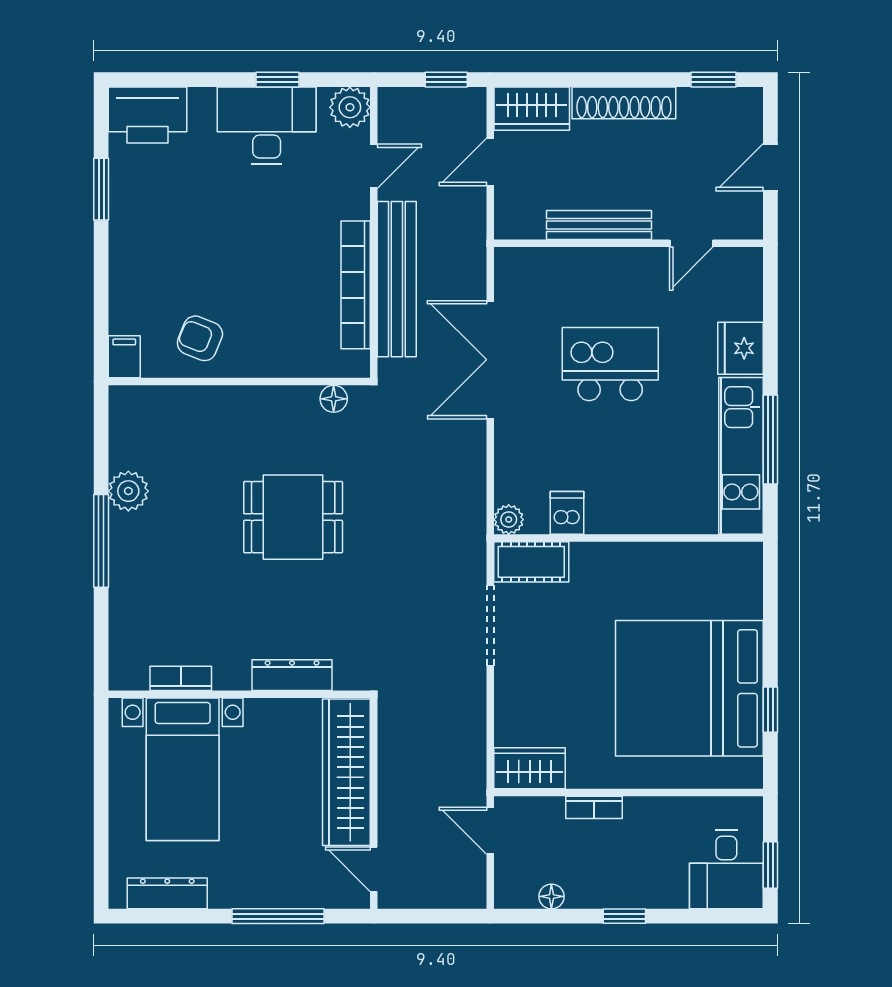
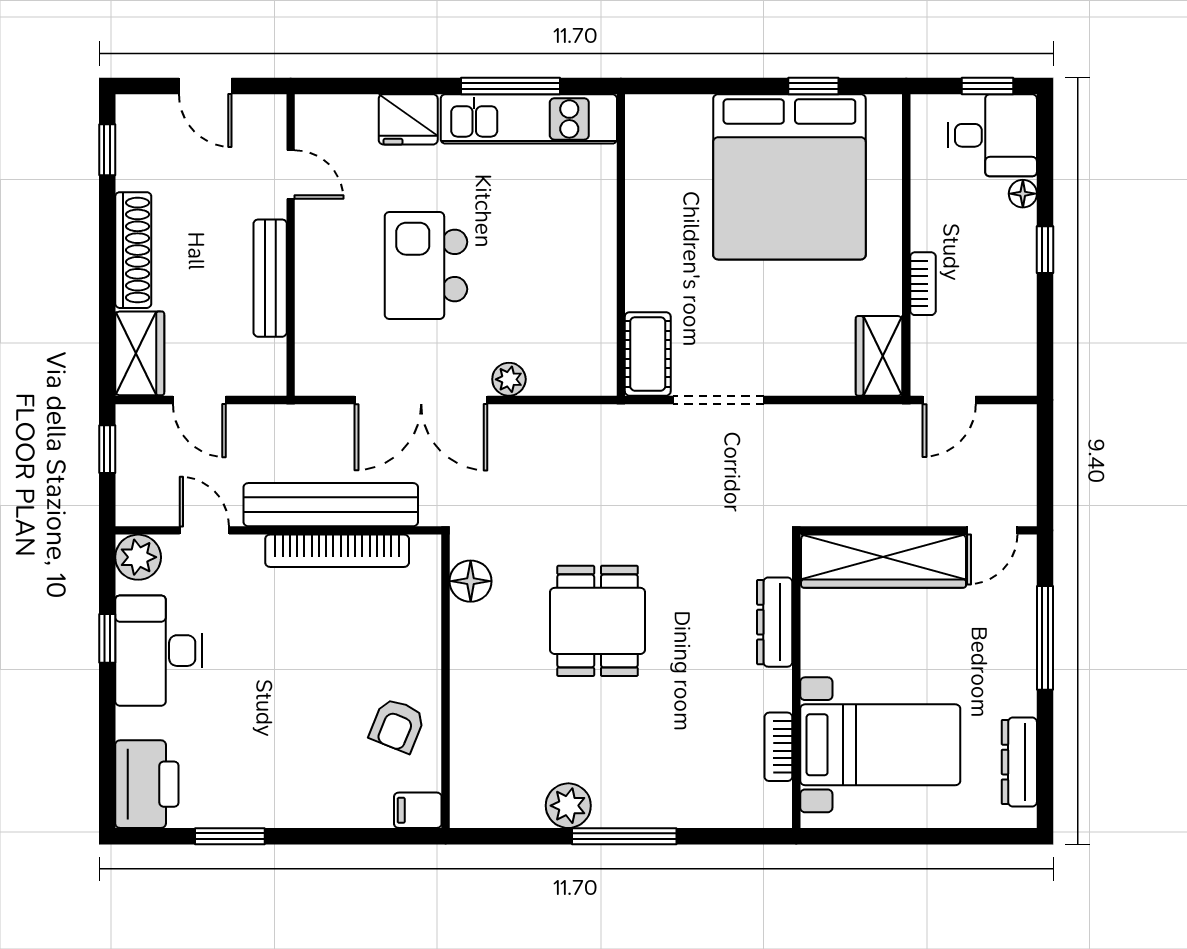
floor lamp: (334, 399) -> (471, 581), width x1.37, depth x1.37
dishwasher: (567, 513) -> (593, 314), removed
plant: (509, 520) -> (509, 379), moved
floor lamp: (551, 896) -> (1023, 194), moved

